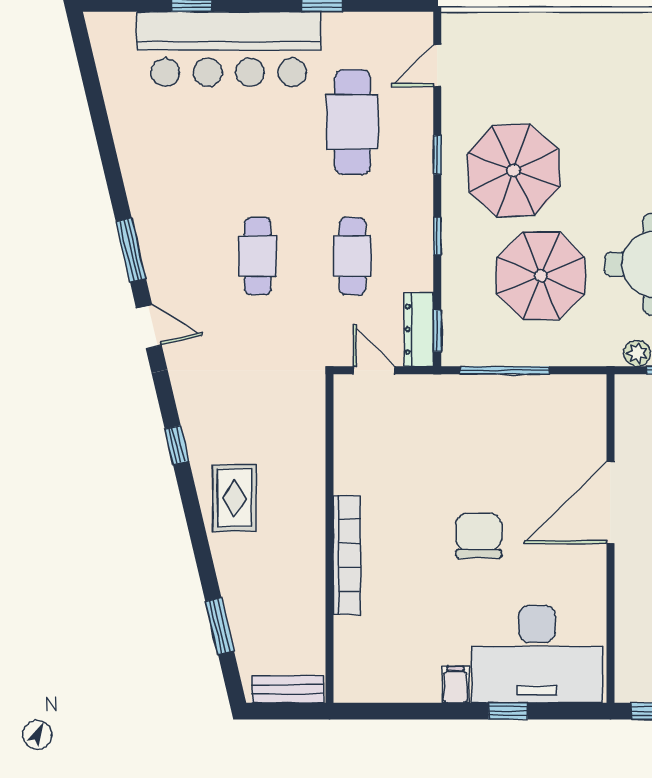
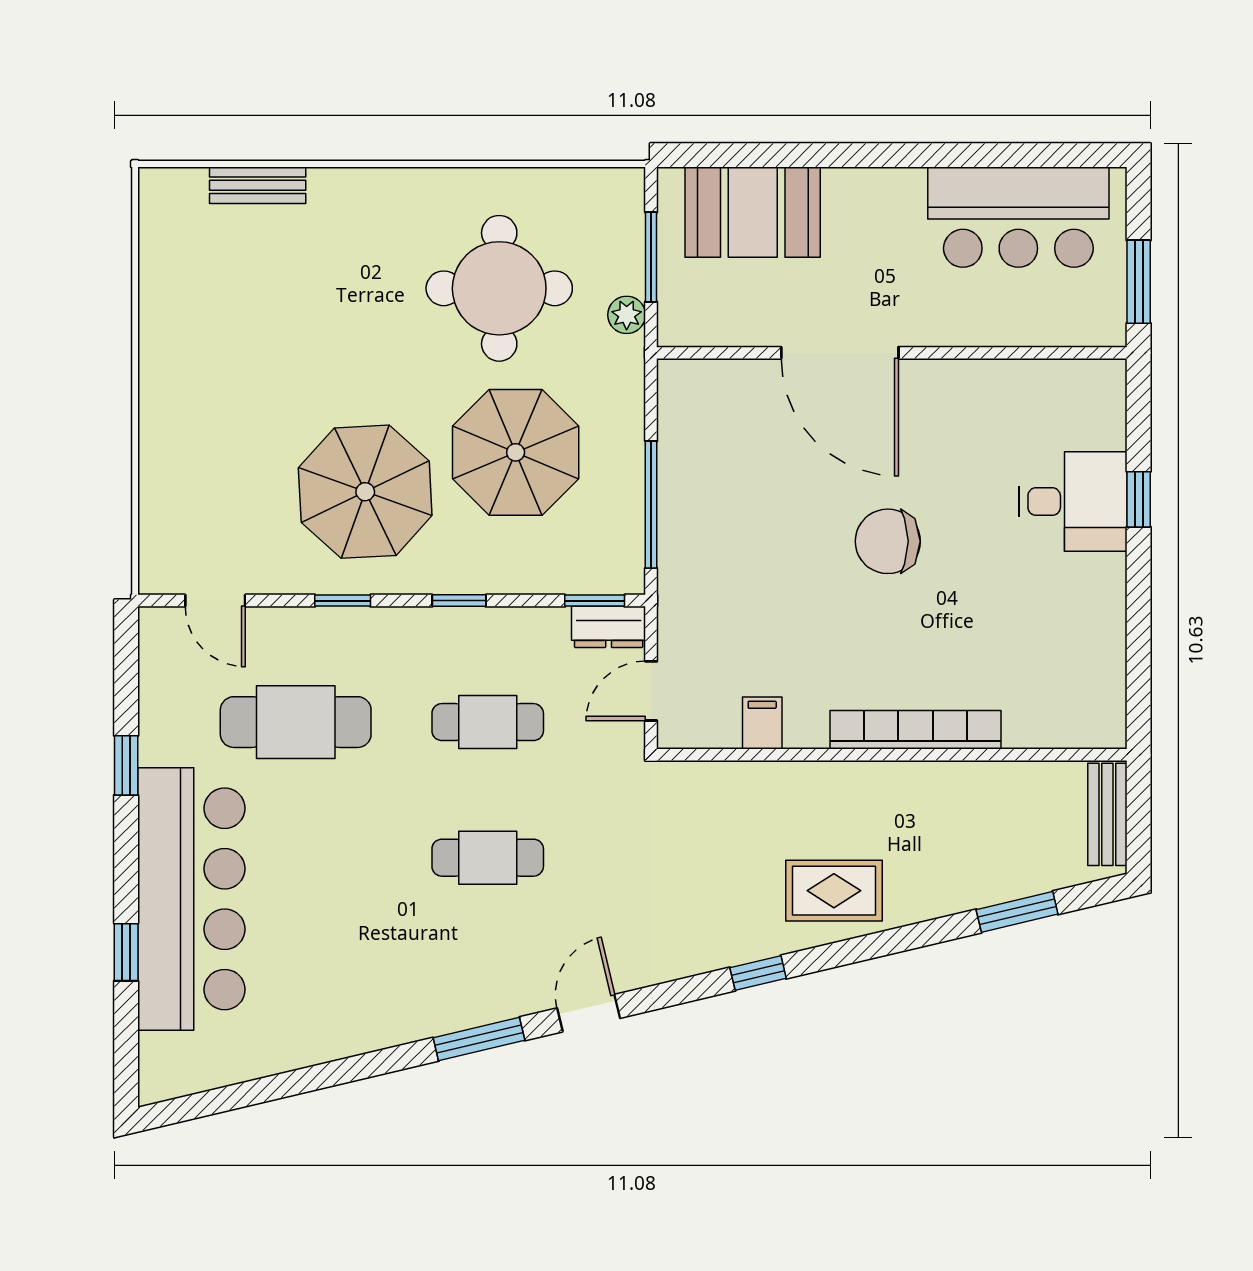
dresser: (419, 329) -> (609, 627), width x0.70
desk: (537, 654) -> (1073, 502), width x0.53, depth x0.77
filing cabinet: (455, 685) -> (762, 723), moved, turned 90

